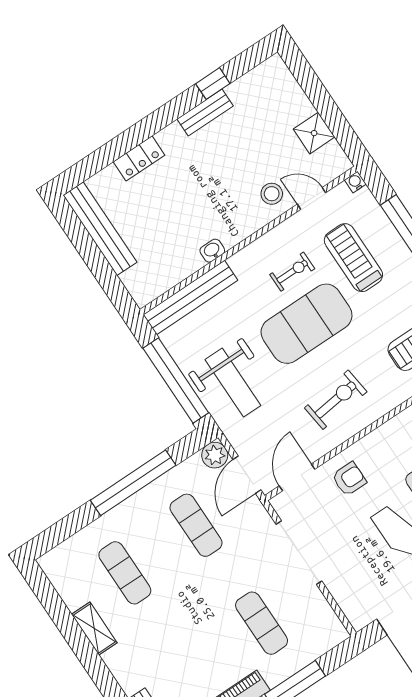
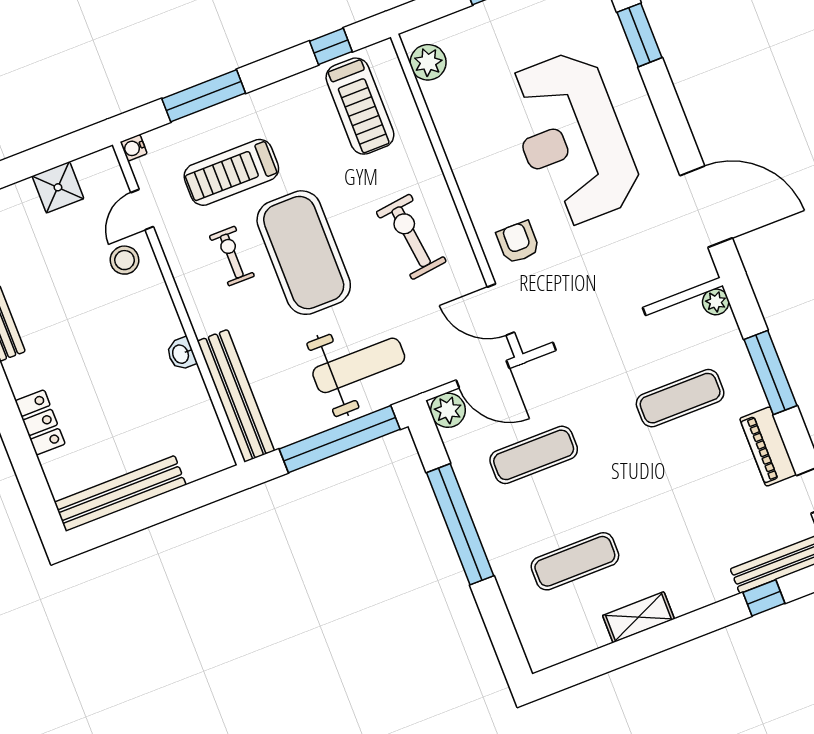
plant: (338, 633) -> (716, 302), added

